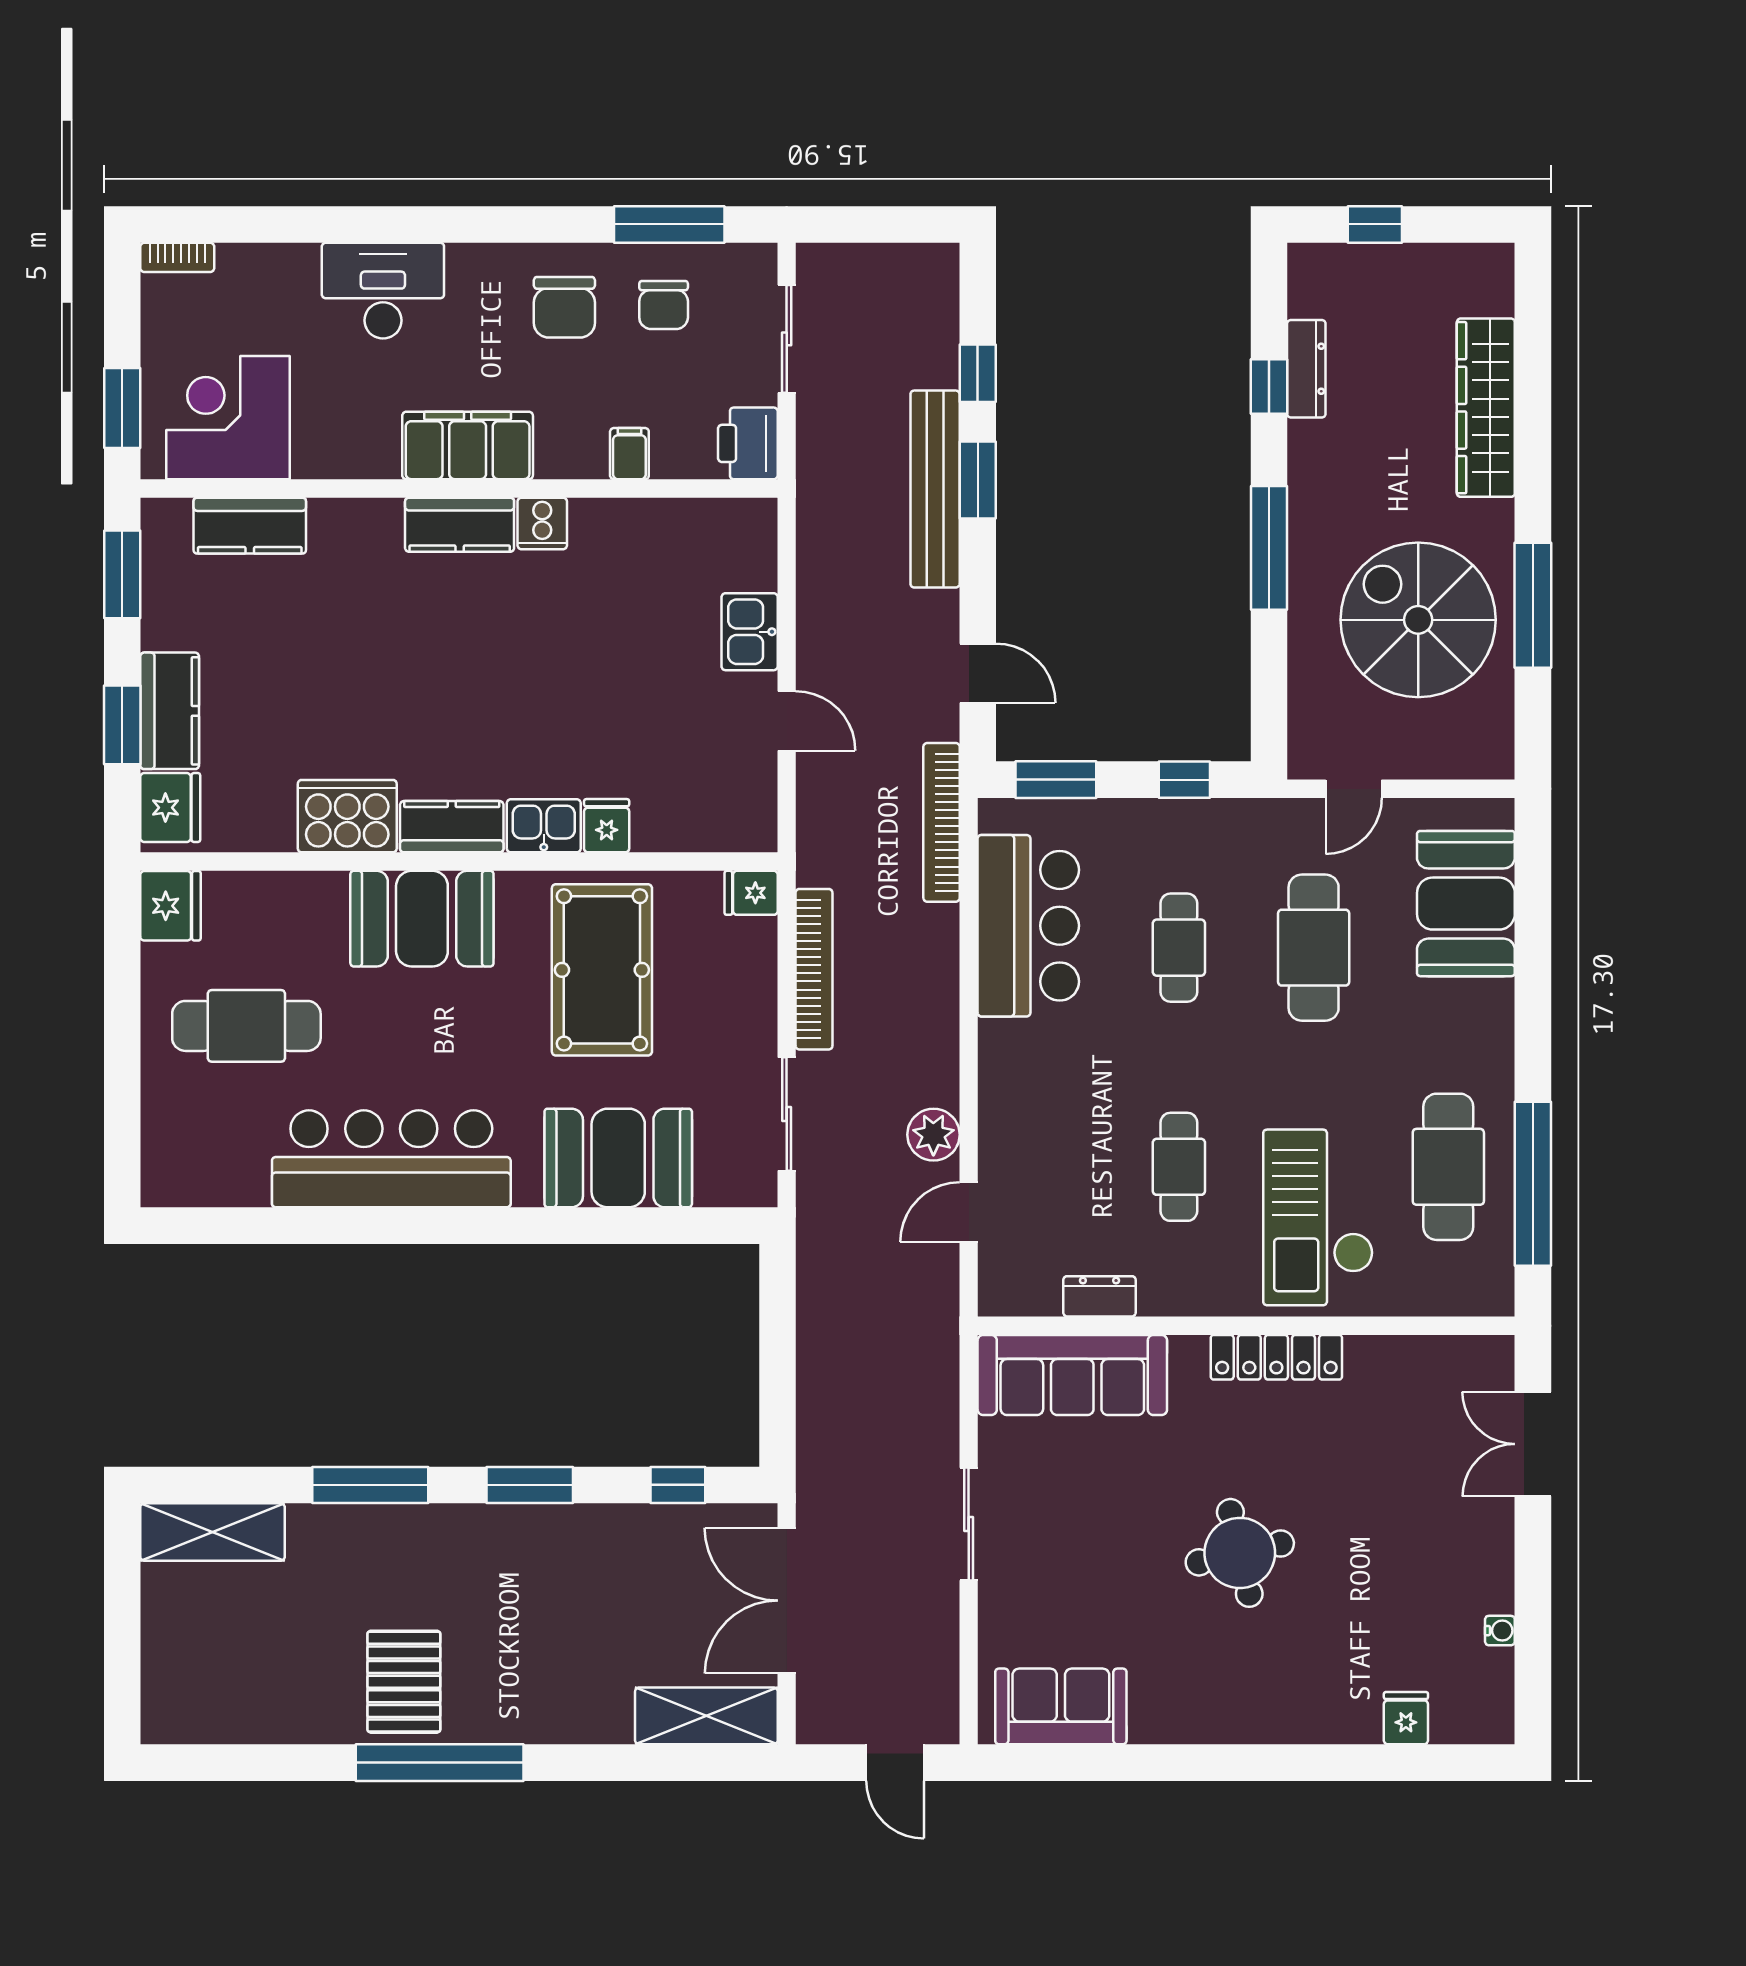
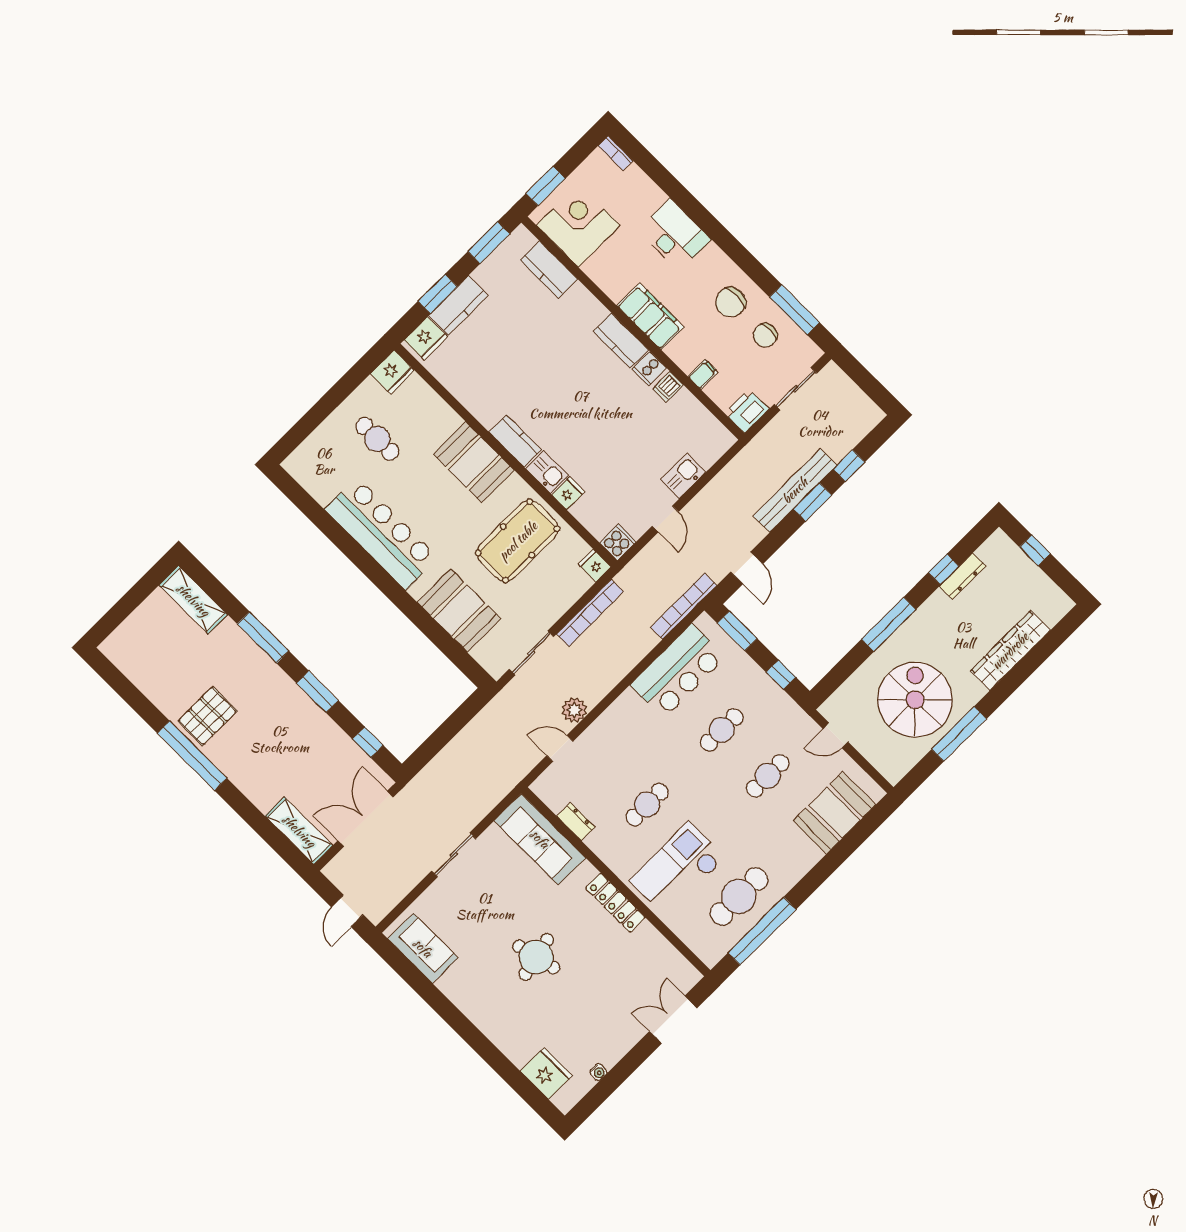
dishwasher: (597, 523) -> (668, 387), added
cooker: (347, 816) -> (618, 542), moved, width x0.53, depth x0.76
cafe table: (1314, 948) -> (768, 776), width x0.73, depth x0.74
cafe table: (246, 1026) -> (377, 439), width x0.73, depth x0.74
fridge: (1406, 1718) -> (546, 1073), width x1.88, depth x1.34

